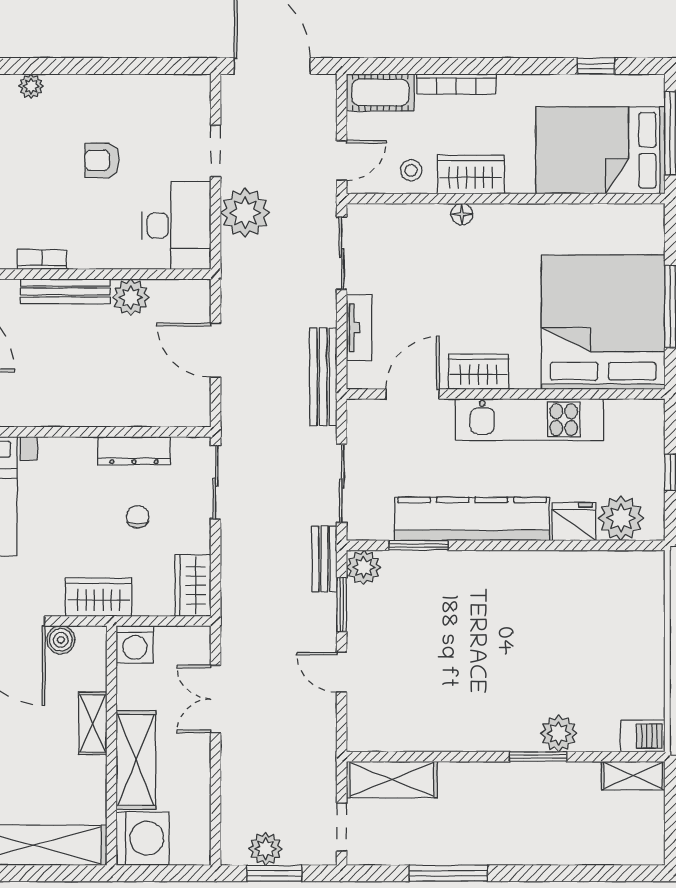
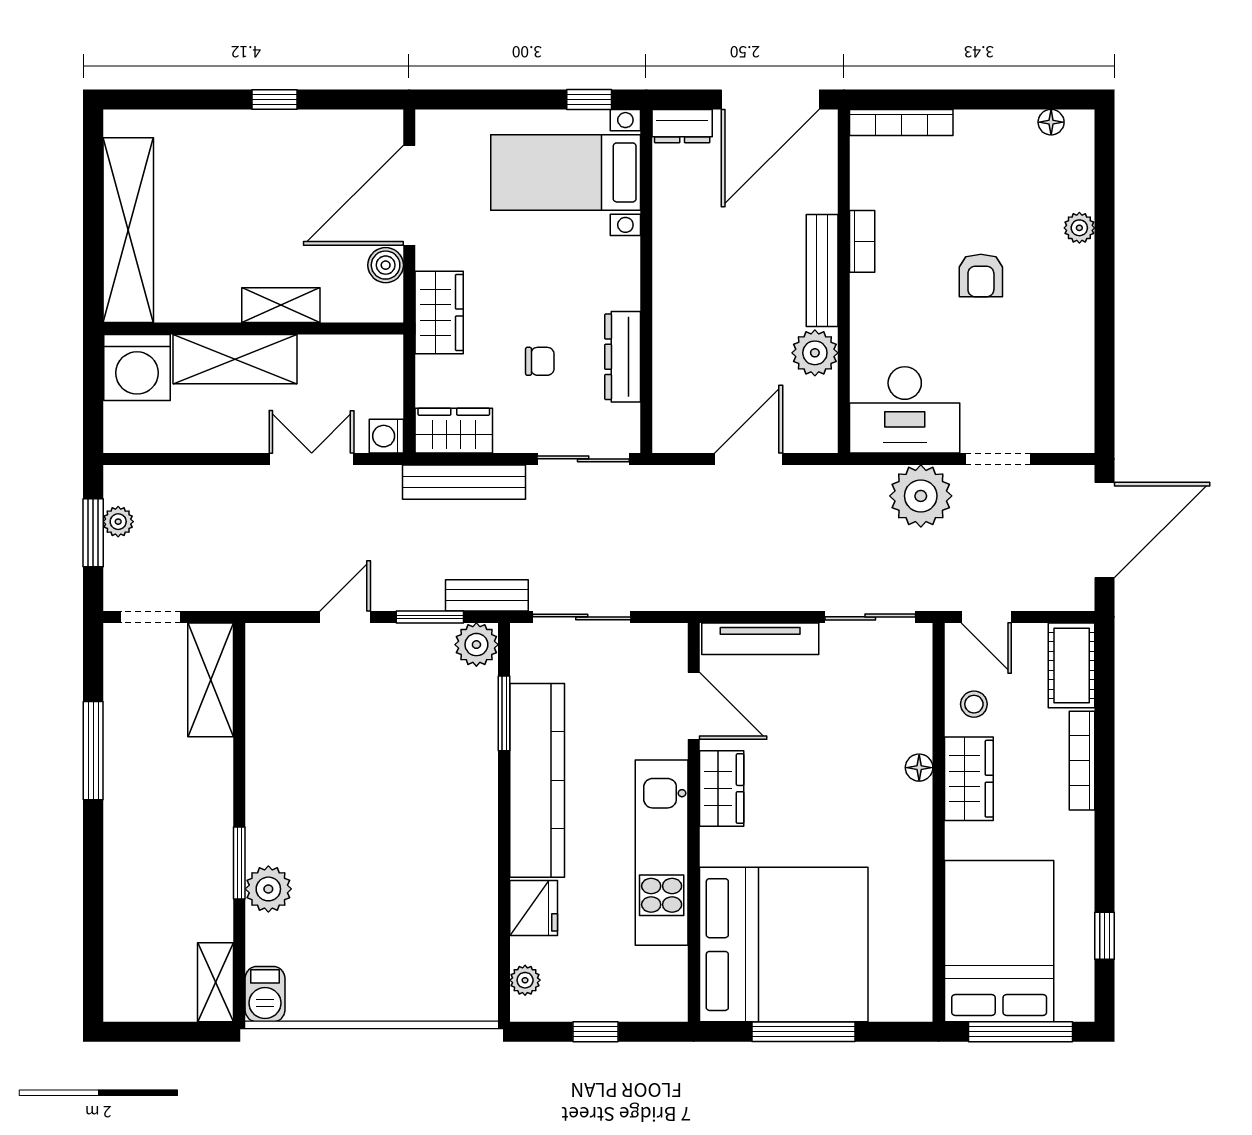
armchair: (102, 160) -> (981, 276), moved, turned 180
tv unit: (359, 327) -> (760, 639), width x1.41
bench: (323, 377) -> (464, 482), moved
plant: (621, 518) -> (525, 980), width x0.53, depth x0.53
washing machine: (135, 644) -> (386, 436), moved, width x0.73, depth x0.73
plant: (266, 849) -> (118, 522), width x0.73, depth x0.73

